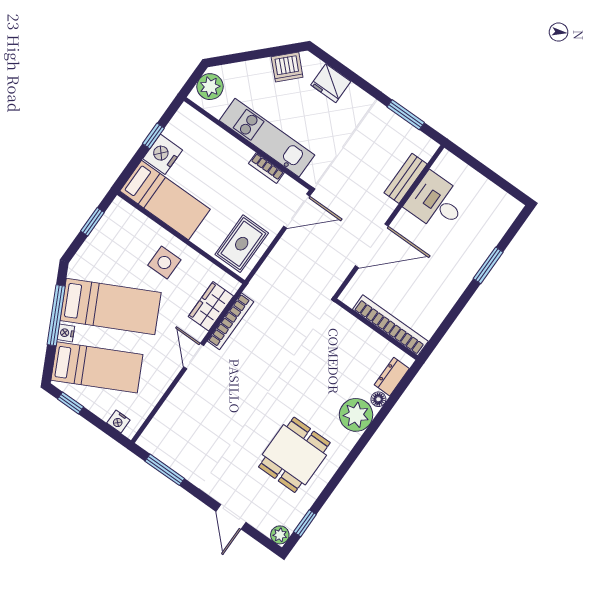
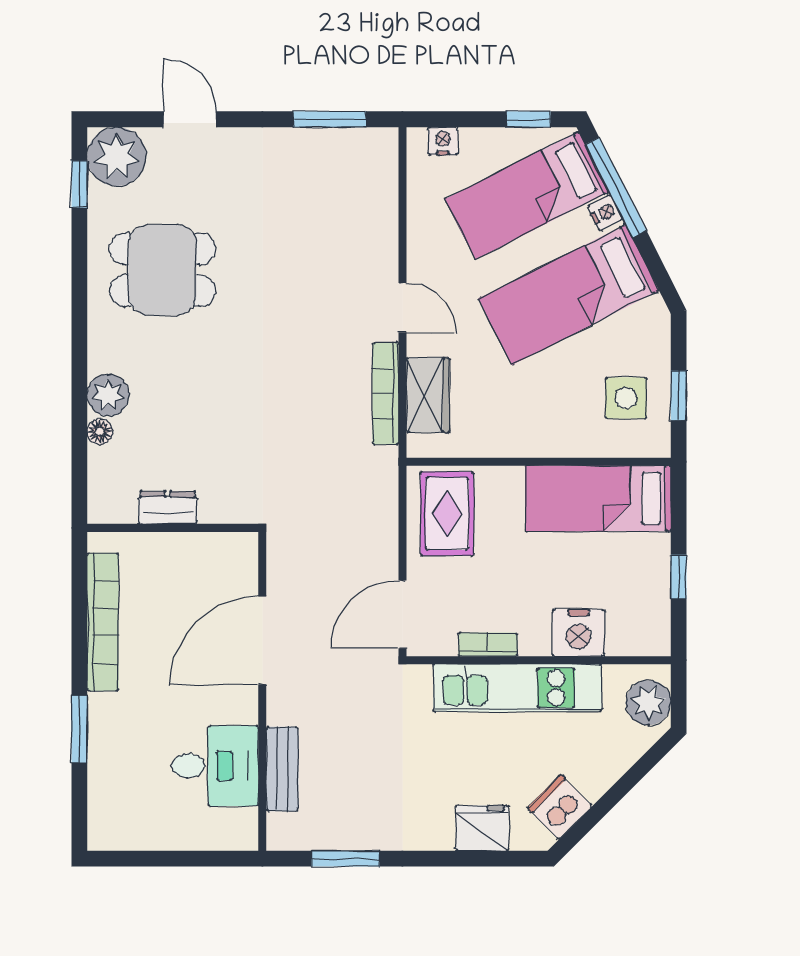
nightstand: (163, 154) -> (578, 633), moved, turned 90
side table: (164, 262) -> (626, 398), moved
window: (56, 315) -> (616, 187), moved
bookcase: (390, 325) -> (103, 622), moved, turned -90
dresser: (392, 377) -> (168, 508), moved, turned -90
plant: (356, 415) -> (108, 395), width x0.73, depth x0.73
dining table: (294, 455) -> (162, 270), turned 90
plant: (280, 535) -> (117, 157), width x1.88, depth x1.88

